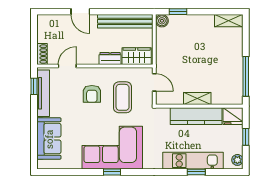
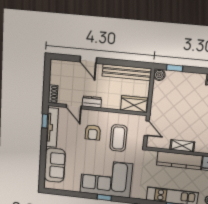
dresser: (110, 58) -> (92, 102), moved
door: (67, 66) -> (74, 107), swing flipped

